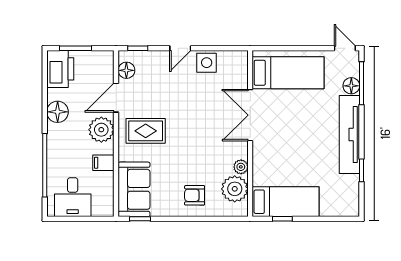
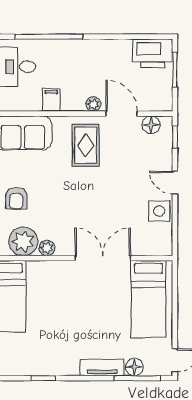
floor lamp: (58, 112) -> (106, 50), removed
plant: (101, 130) -> (93, 104), width x0.53, depth x0.53
tv unit: (349, 135) -> (102, 367), width x0.52, depth x0.78
armchair: (195, 195) -> (16, 198), turned 180

